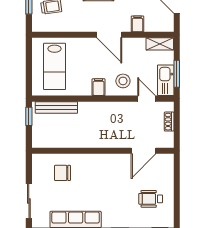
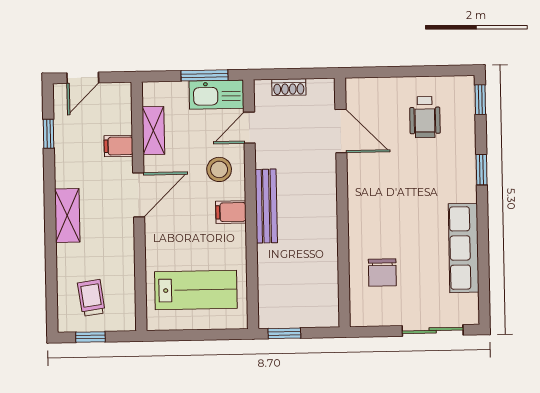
shelving: (160, 44) -> (153, 130), moved
bench: (56, 107) -> (266, 206), moved

